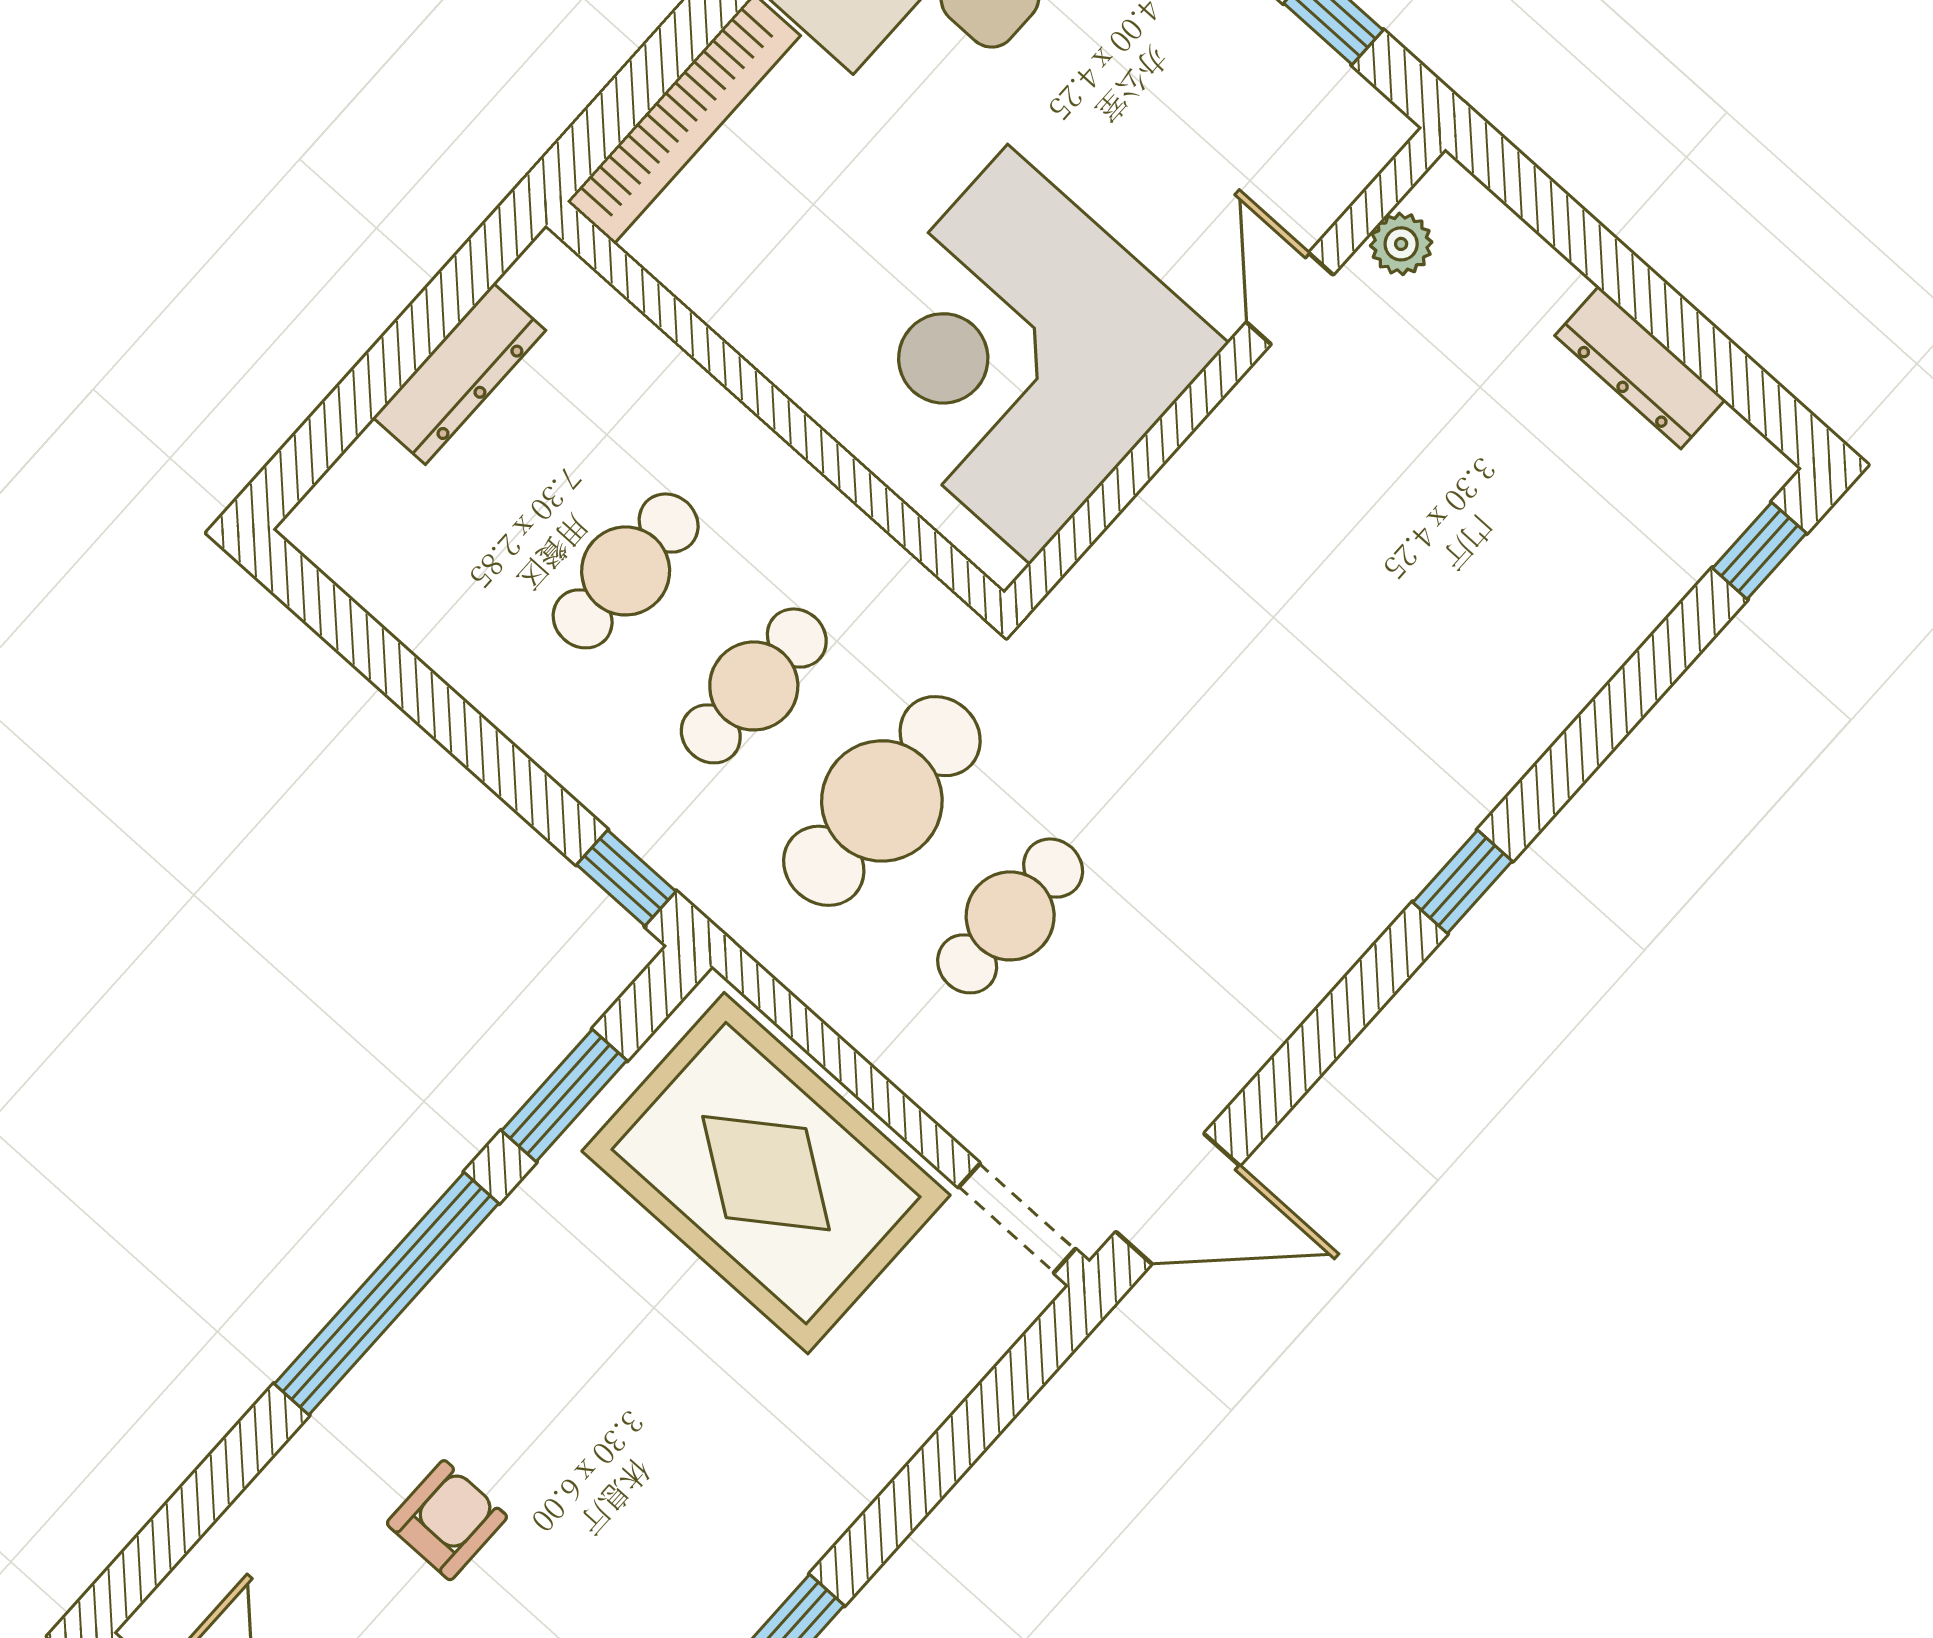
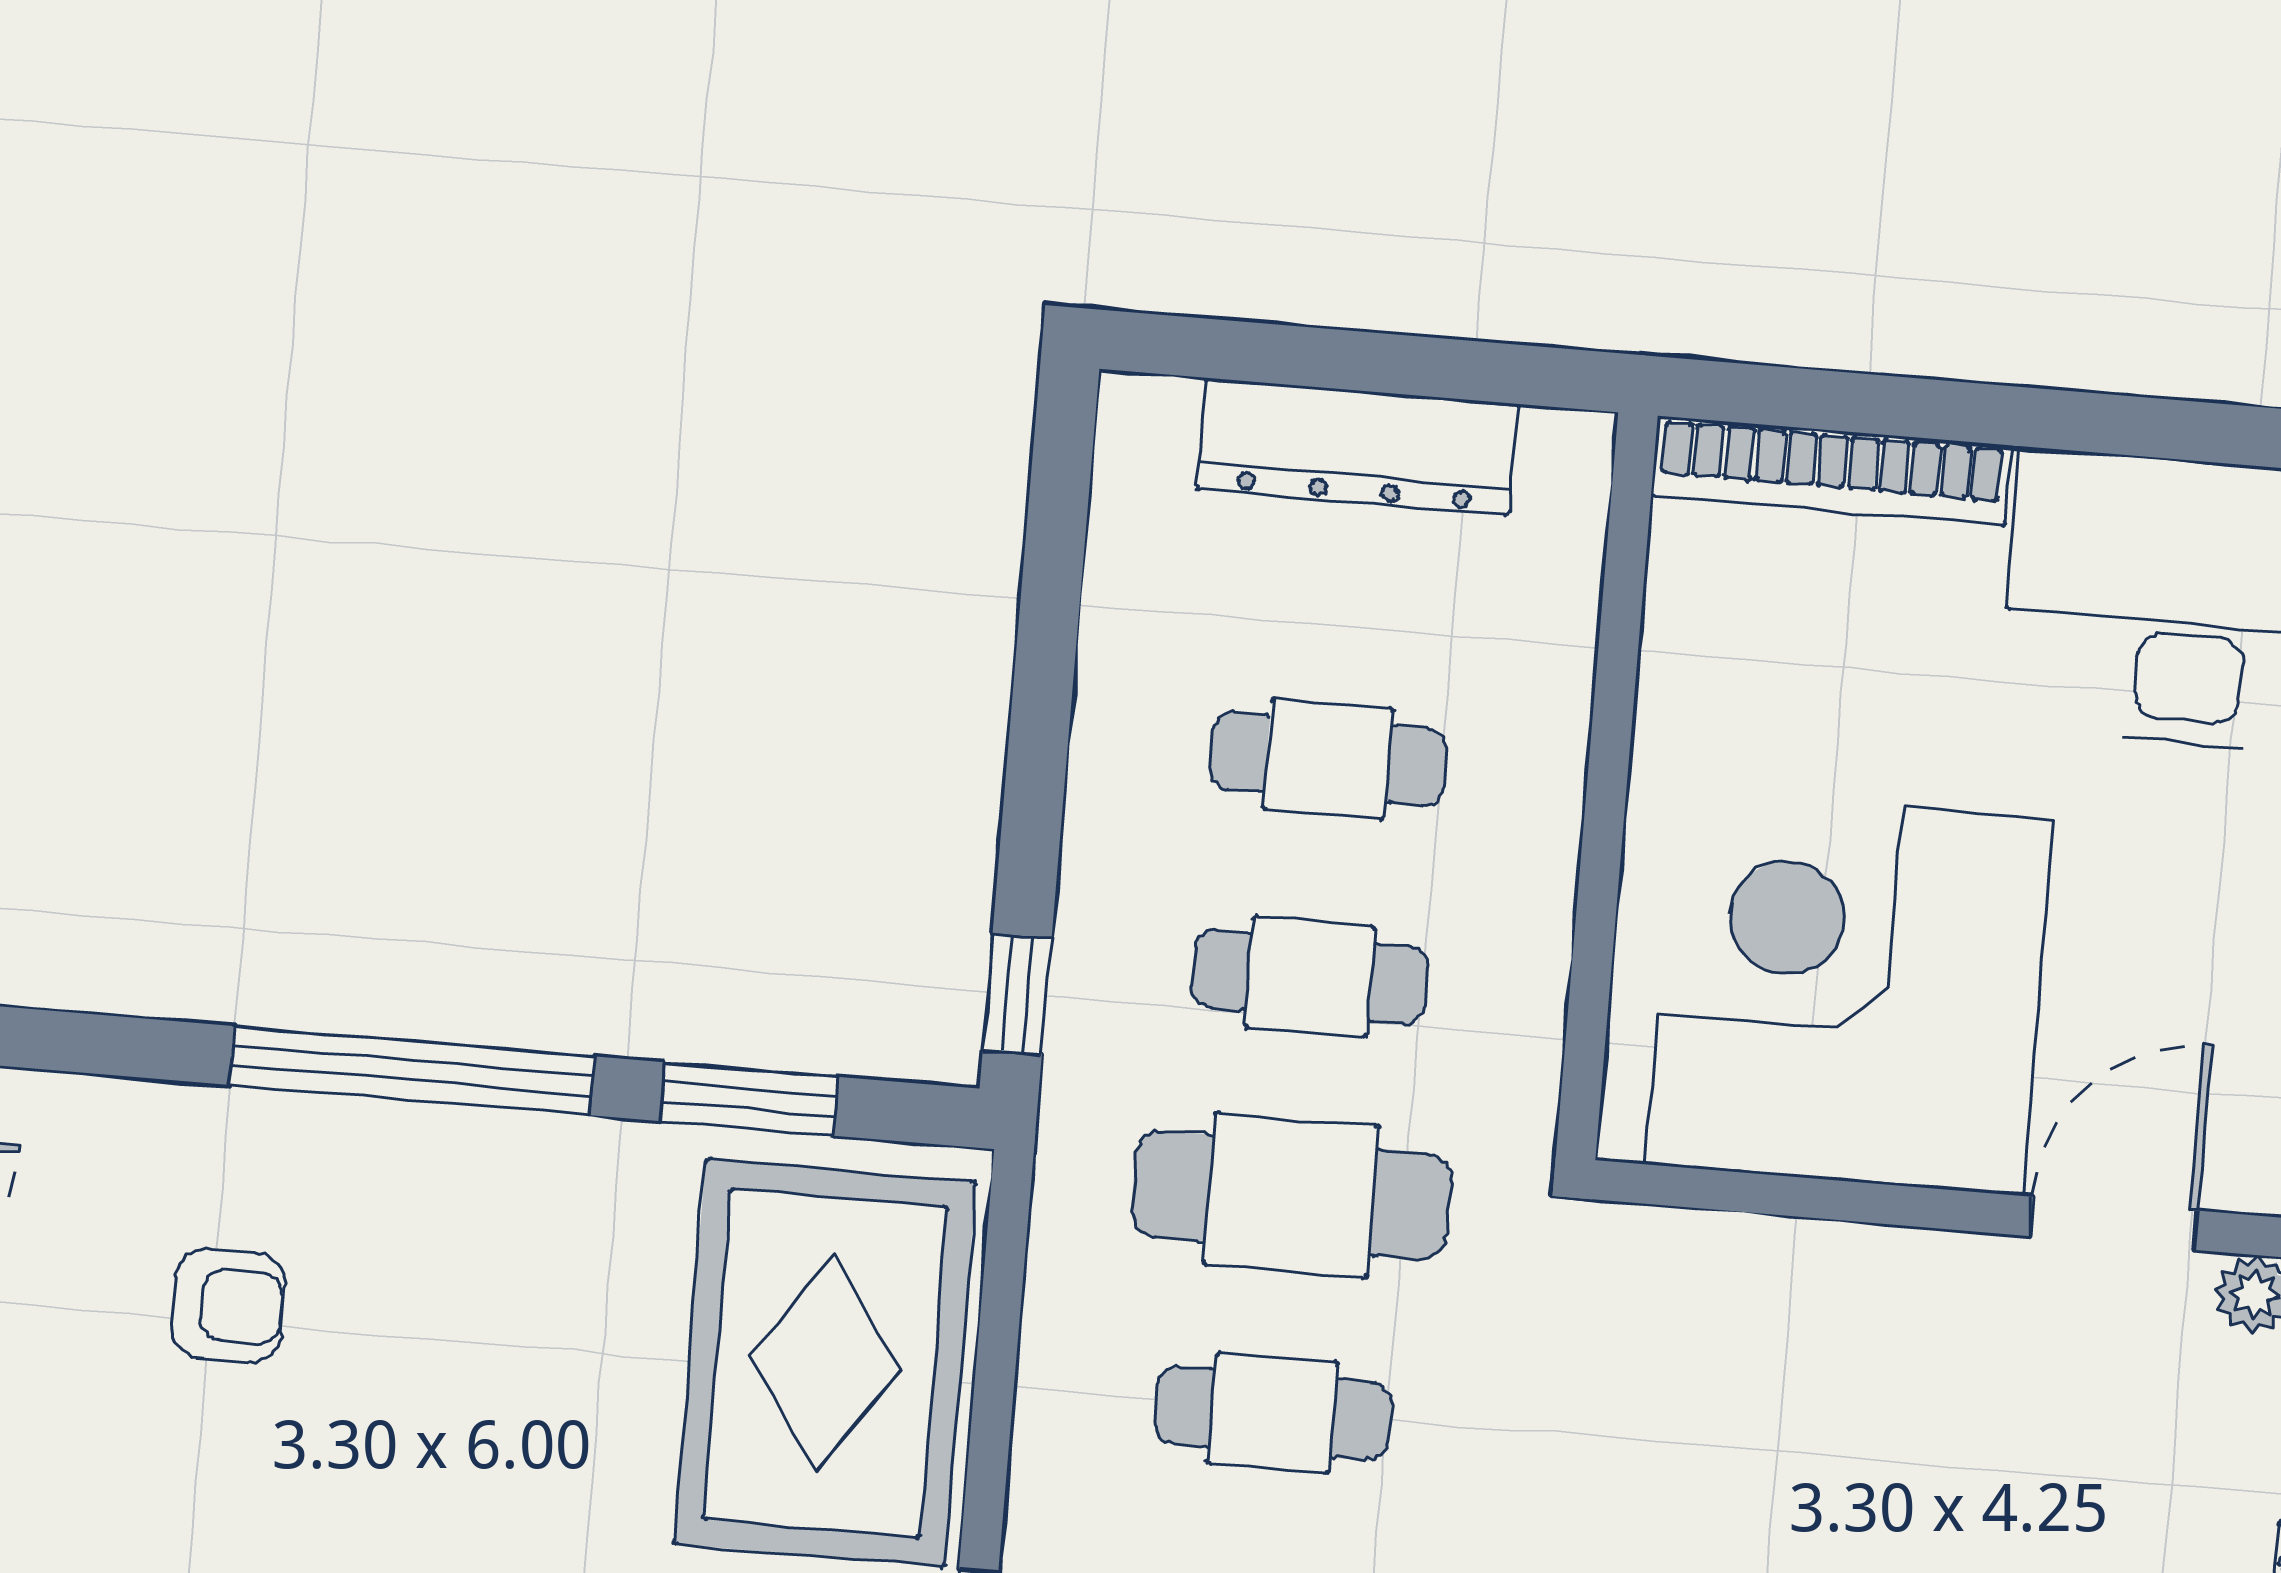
door: (1290, 299) -> (2114, 1223), width x1.38
dresser: (459, 374) -> (1358, 447), width x1.37, depth x1.24

